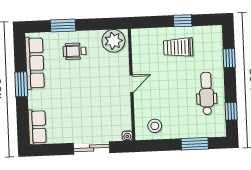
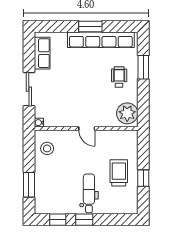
window: (229, 58) -> (84, 220), moved
row of seats: (35, 63) -> (101, 40), width x1.36
dental chair: (207, 93) -> (89, 193), moved, turned -90
row of seats: (37, 127) -> (42, 53), moved, turned -90

